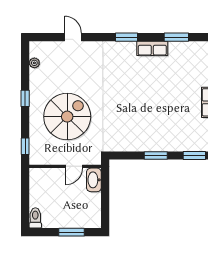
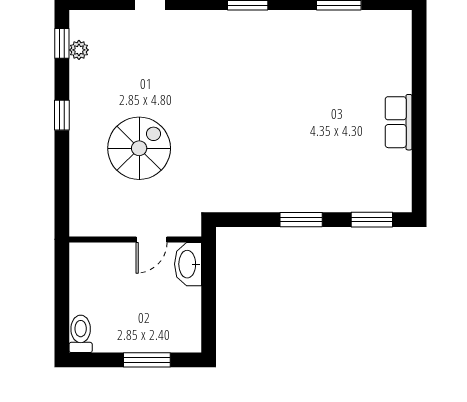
row of seats: (152, 48) -> (295, 23), removed
spiral stairs: (67, 117) -> (139, 148), width x0.73, depth x0.73
window: (25, 146) -> (62, 43), moved

